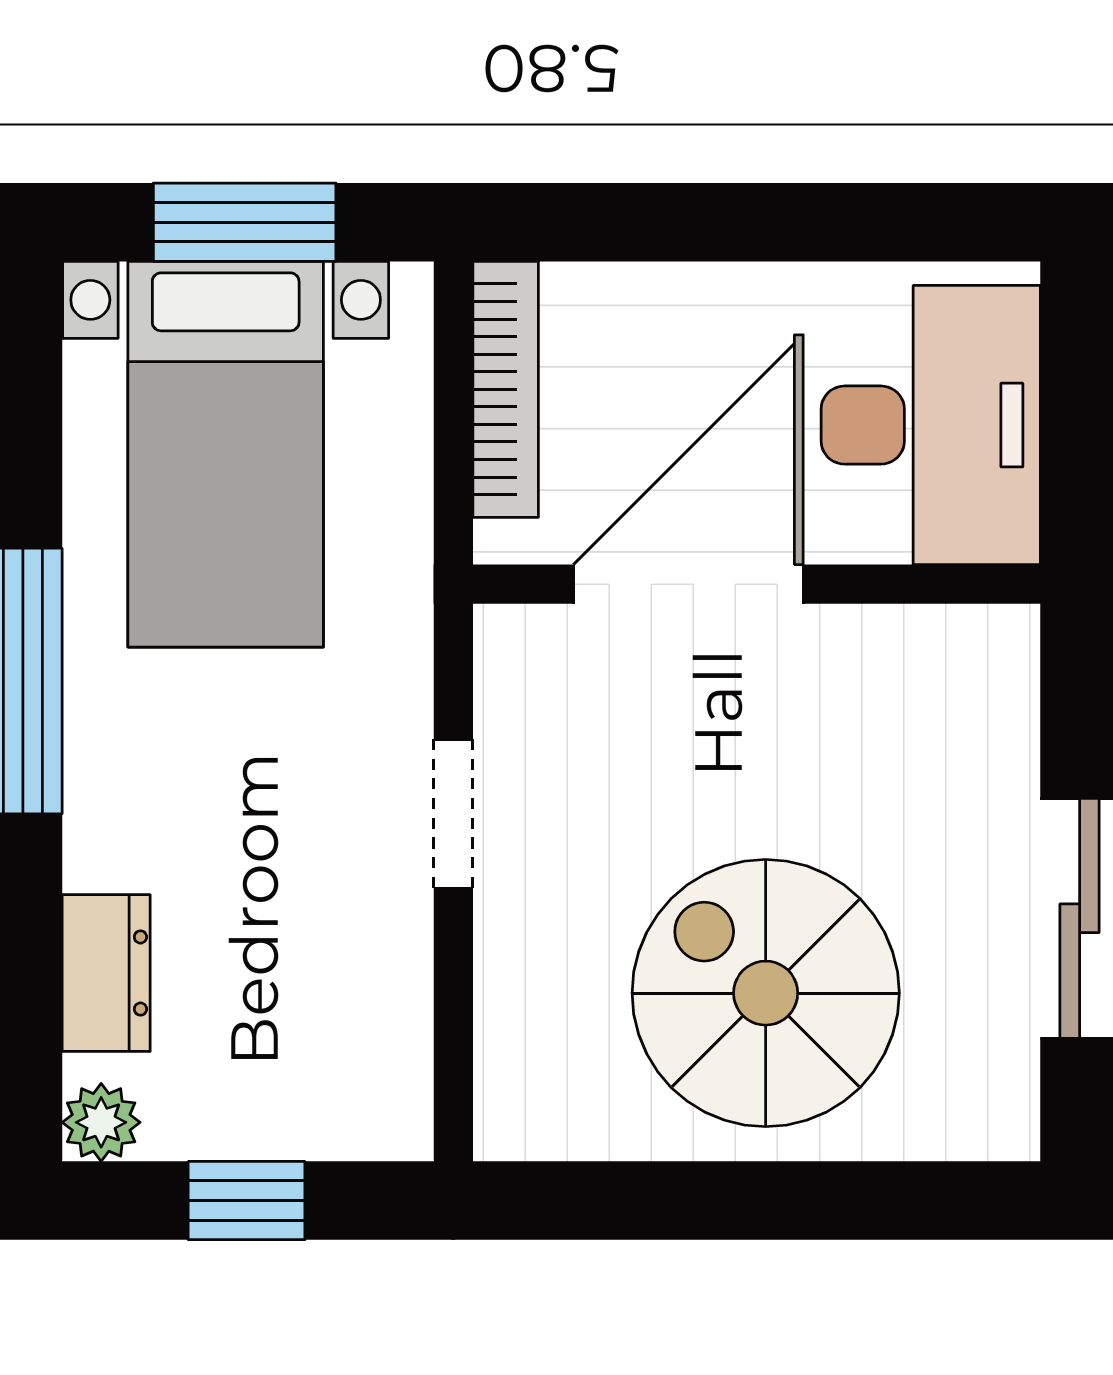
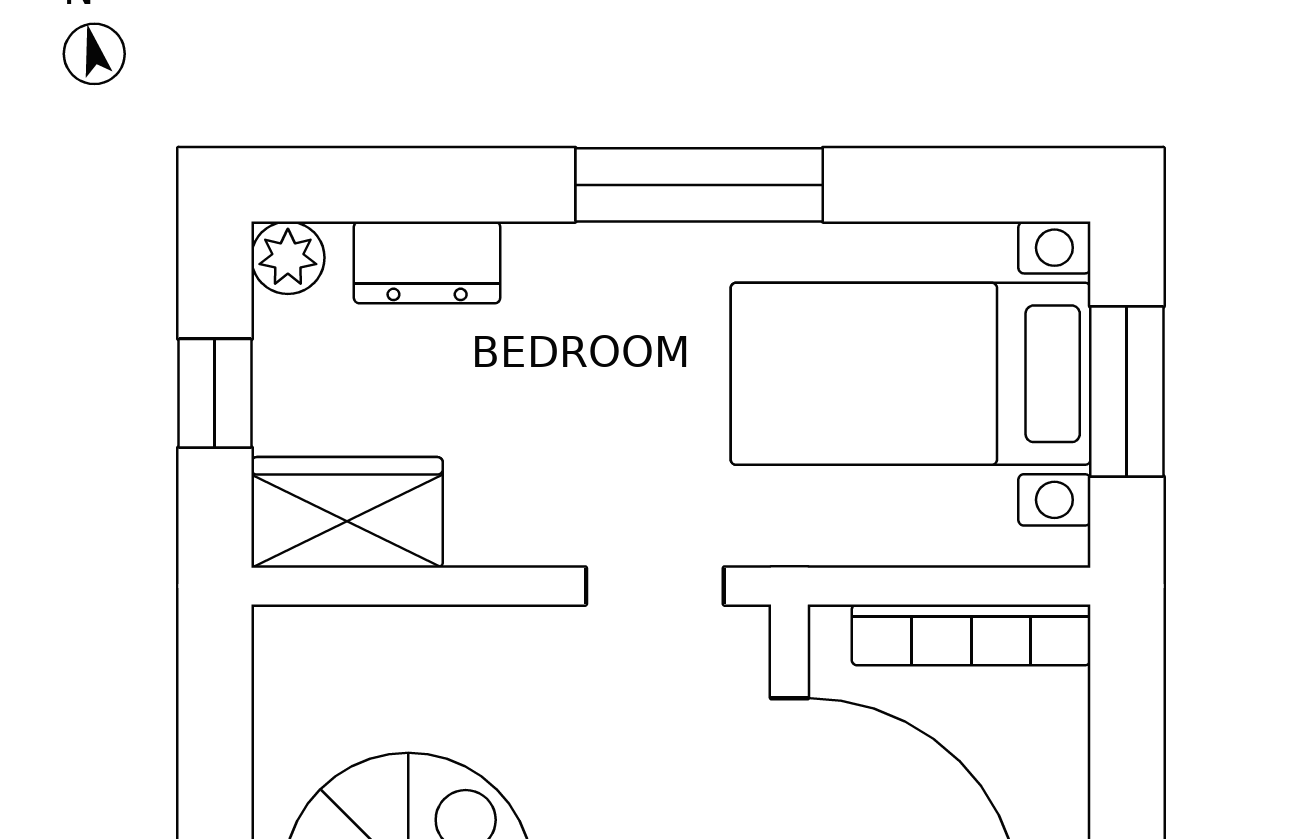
doorway: (453, 814) -> (655, 586), moved
wardrobe: (374, 1059) -> (347, 512), added

